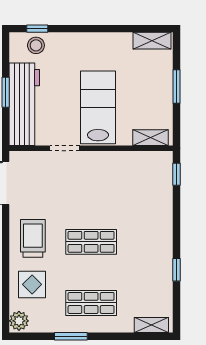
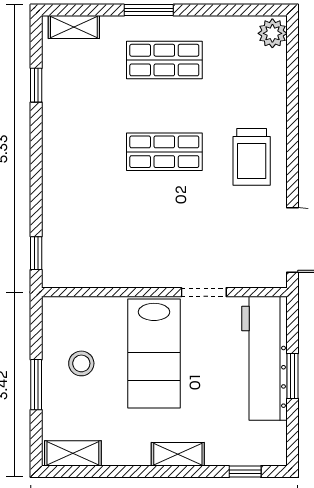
stool: (36, 45) -> (81, 363), moved
shelving: (151, 138) -> (178, 454), moved
window: (177, 270) -> (36, 85), moved
display table: (32, 284) -> (253, 88), removed
window: (71, 336) -> (149, 10), moved

